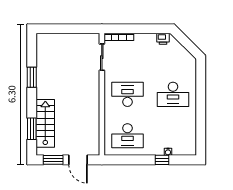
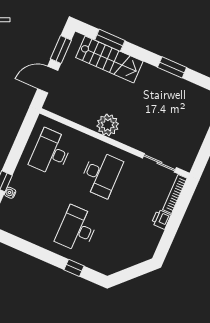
printer: (163, 39) -> (161, 219), moved
window: (201, 85) -> (74, 268), added
plant: (91, 105) -> (108, 125), added

